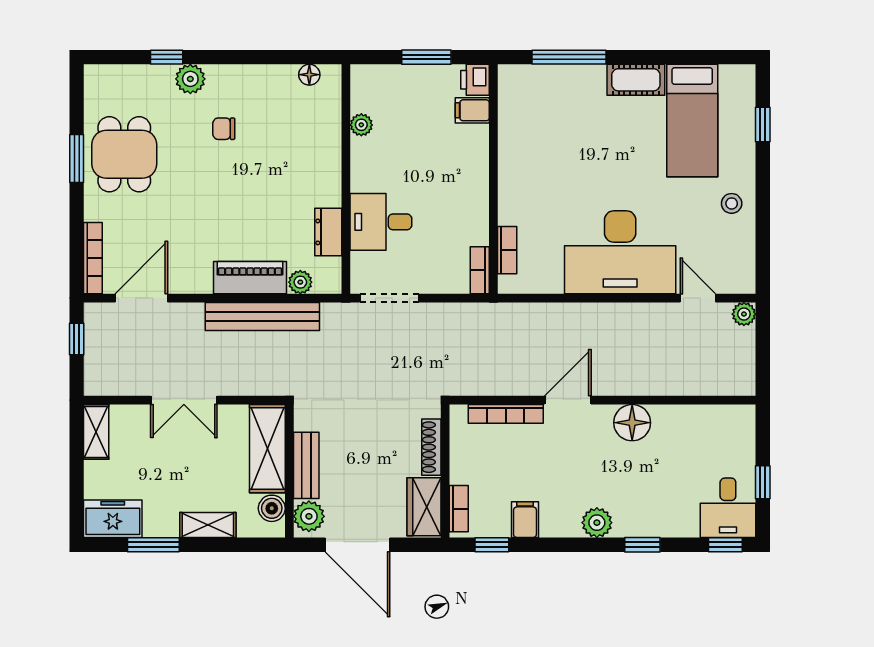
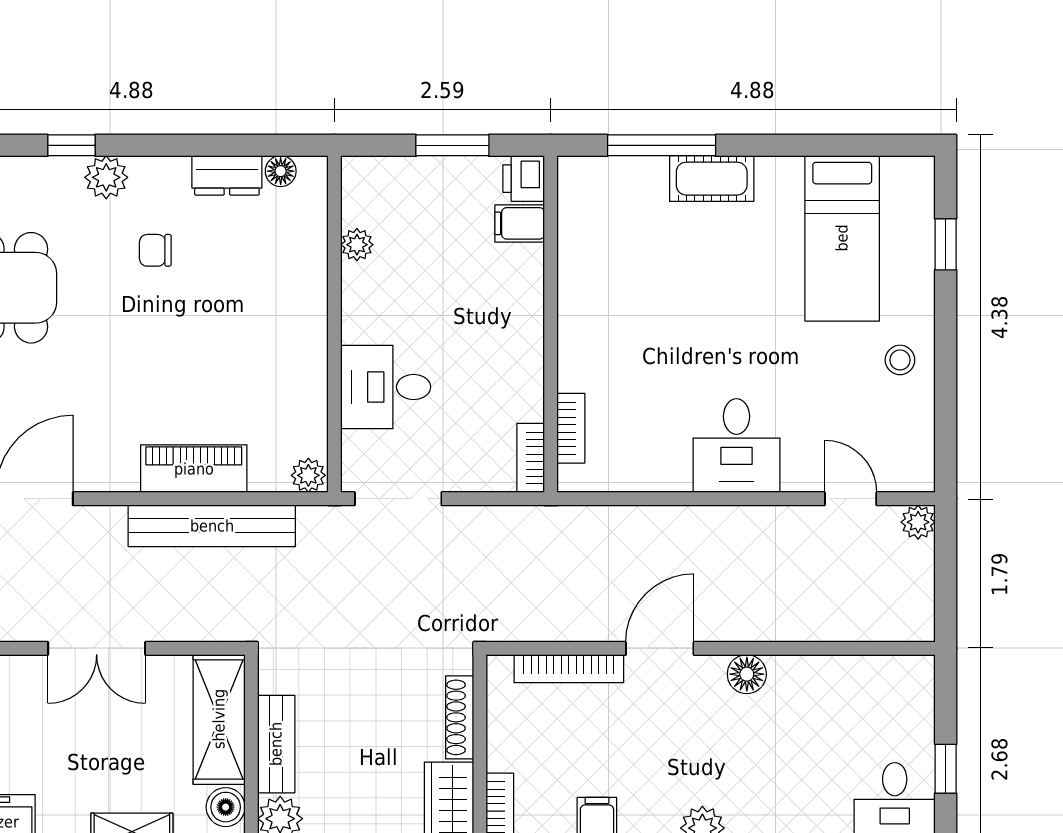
cot: (636, 80) -> (712, 179), moved
dresser: (328, 232) -> (227, 175), moved, turned -90
desk: (620, 252) -> (736, 446), width x0.53, depth x0.77
plant: (300, 282) -> (308, 475), moved
floor lamp: (632, 423) -> (747, 674), width x0.73, depth x0.73

